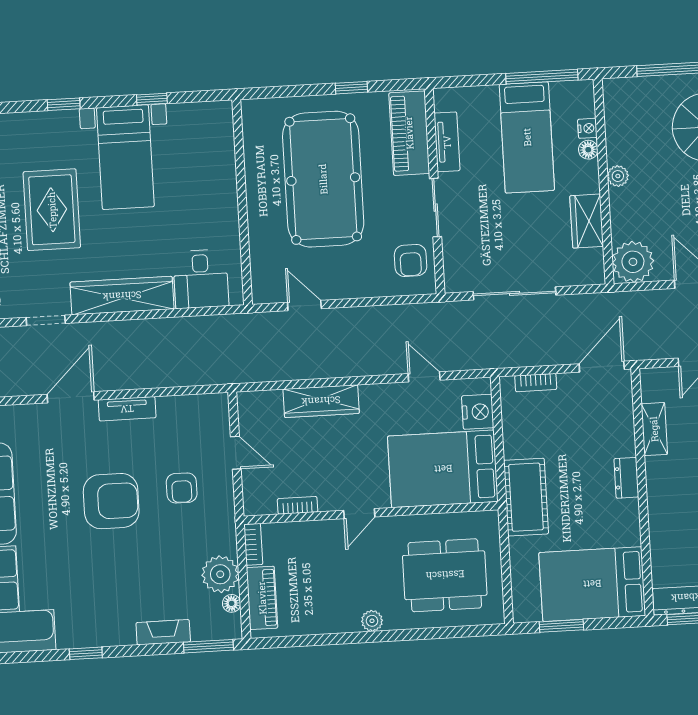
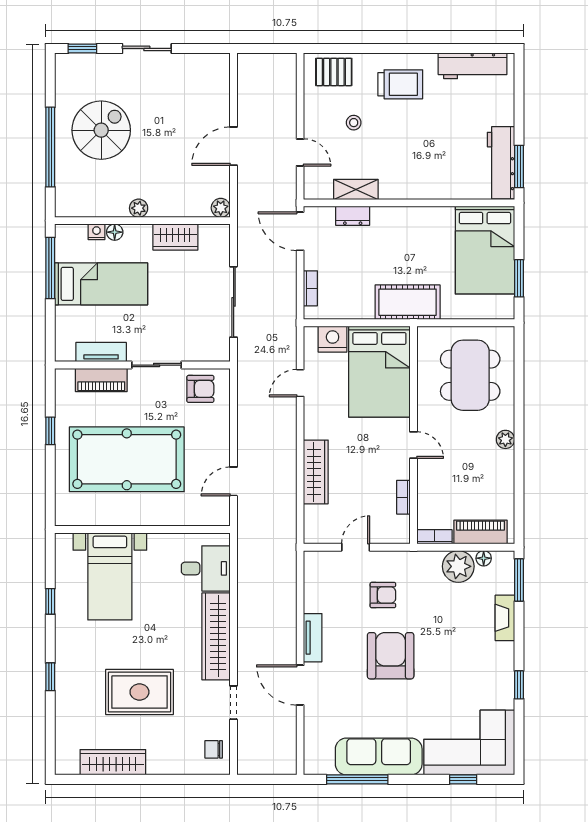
piano: (409, 133) -> (101, 380), width x0.73, depth x0.75
bed with nightstands: (125, 157) -> (110, 576), moved, turned 90
plant: (633, 262) -> (221, 208), width x0.53, depth x0.53
dresser: (626, 478) -> (353, 216), moved

